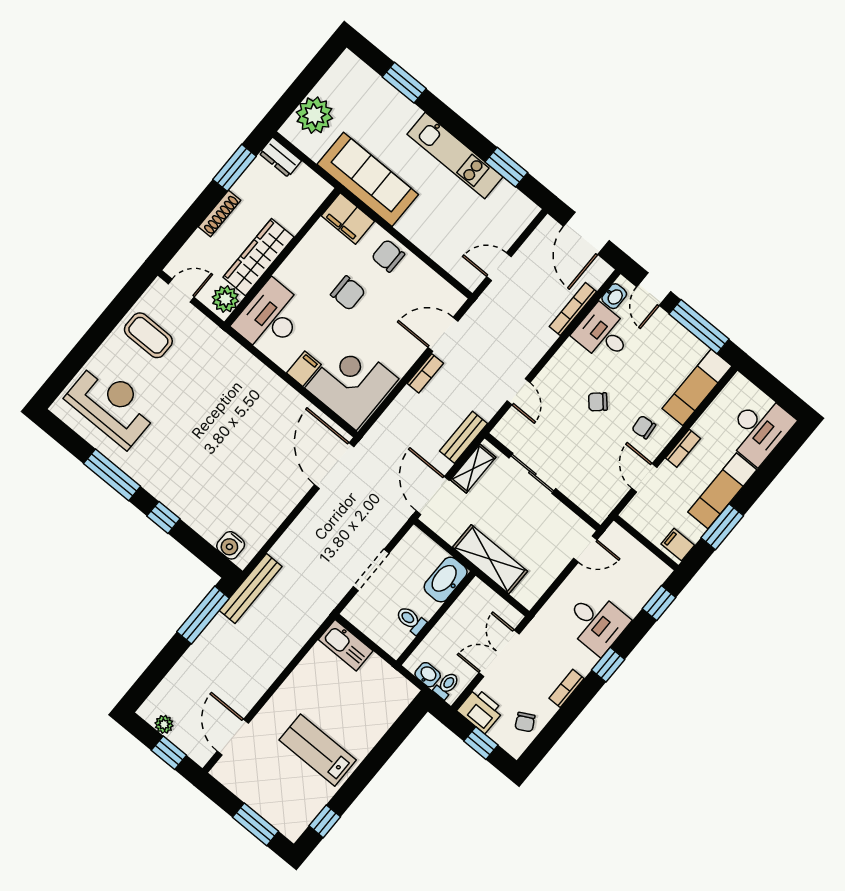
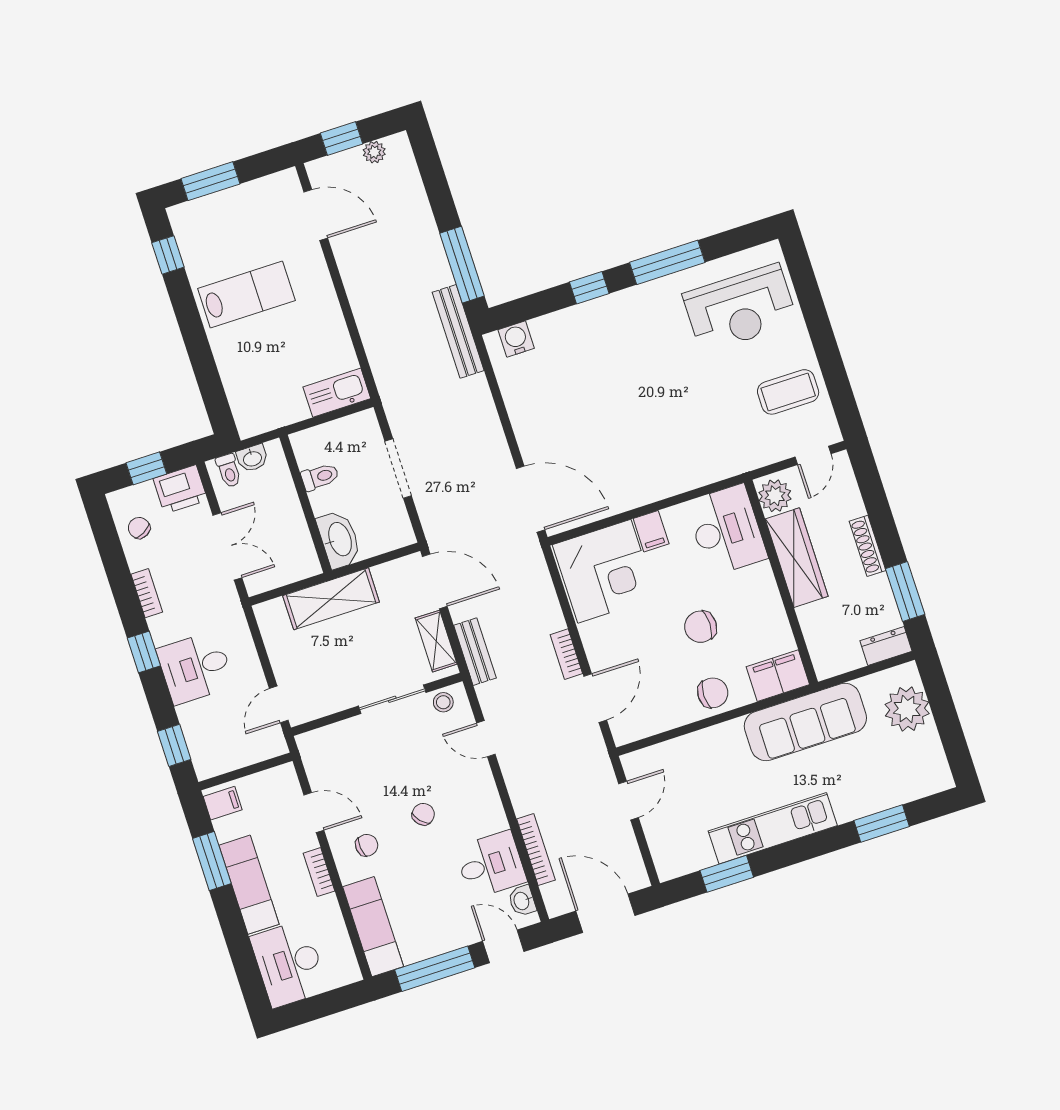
stool: (512, 437) -> (443, 702), added

